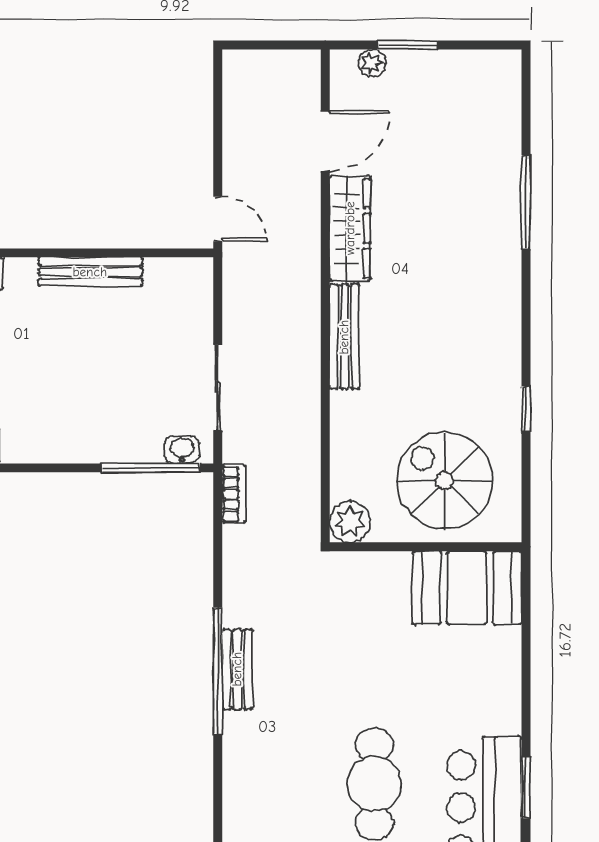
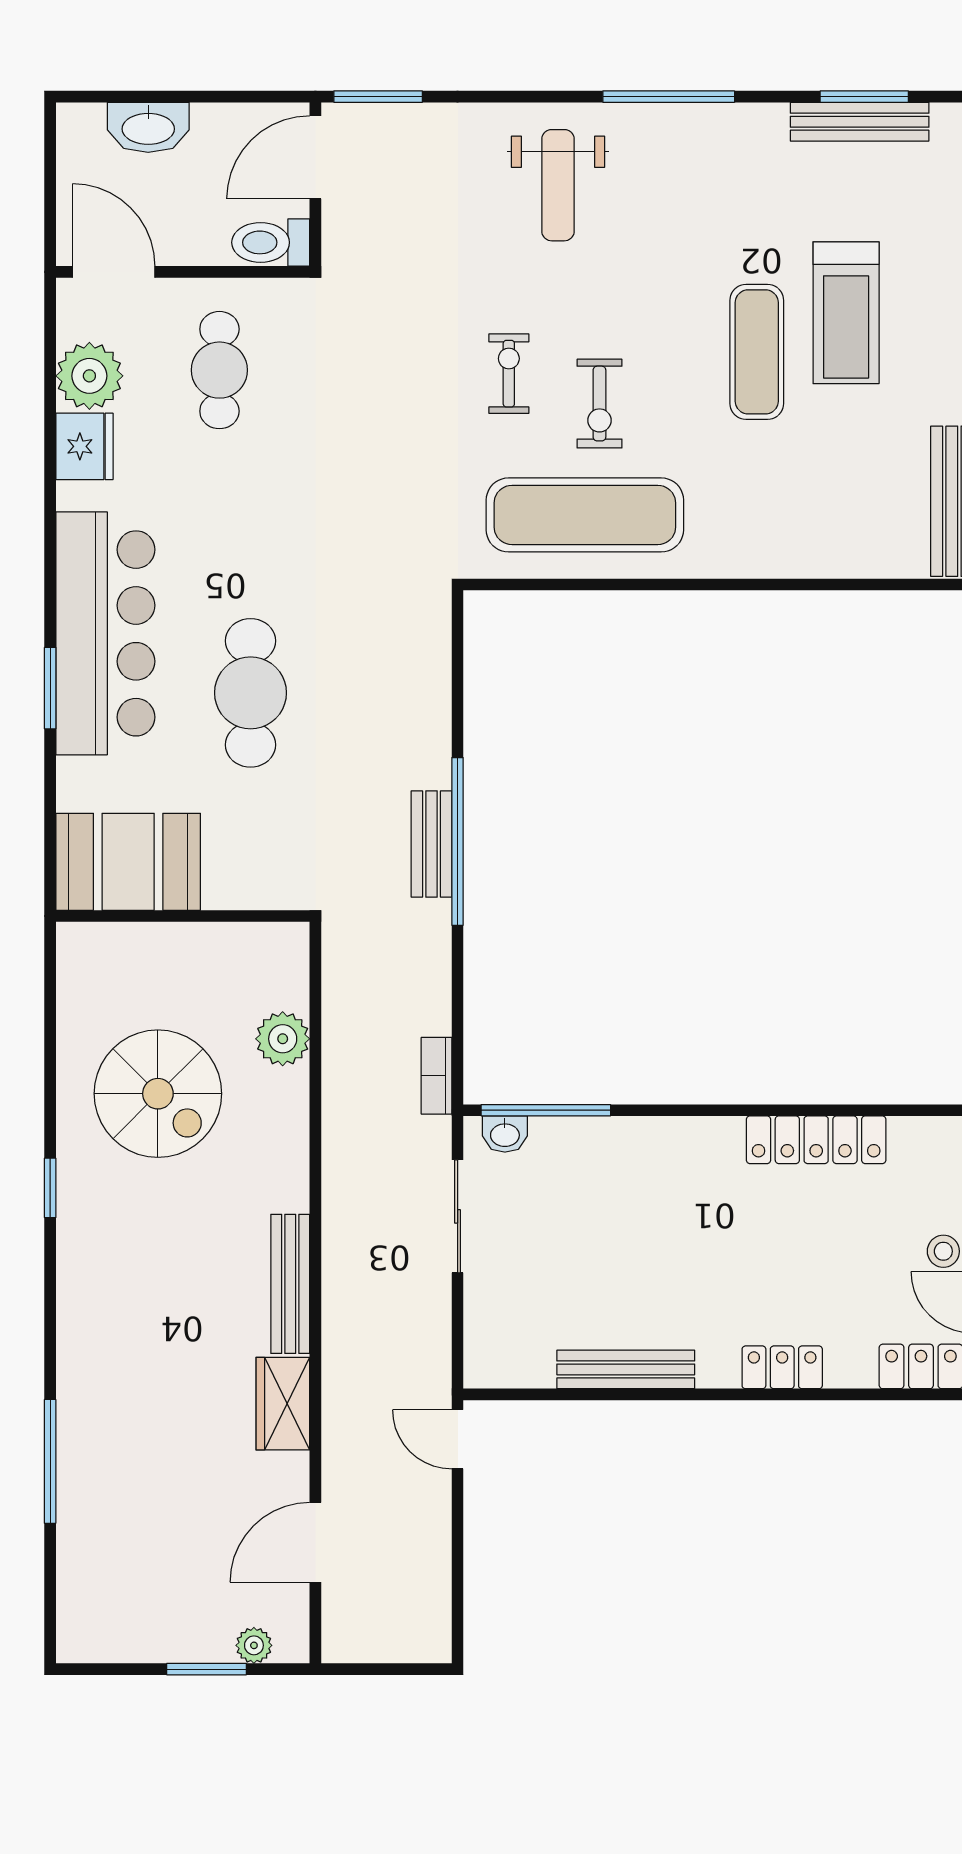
wardrobe: (350, 228) -> (283, 1404), width x0.67
wall: (426, 547) -> (183, 916), moved
booth: (467, 588) -> (128, 862), moved

